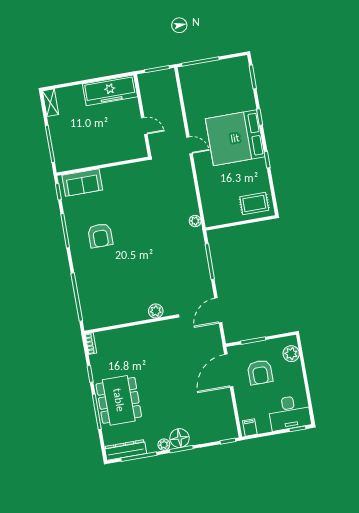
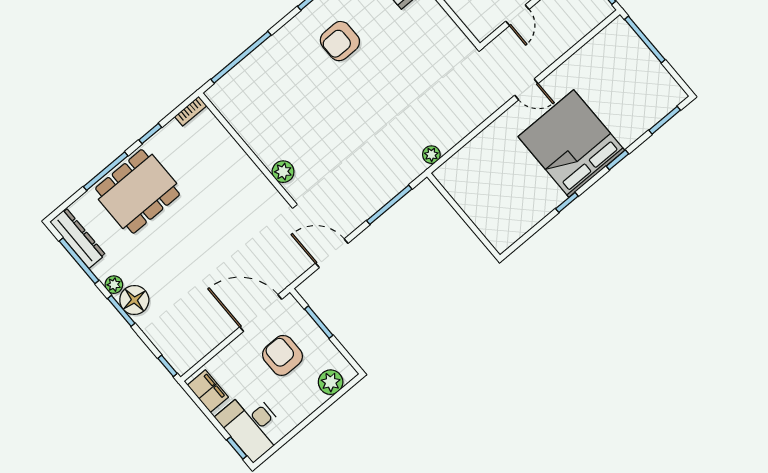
door: (189, 145) -> (526, 89), hinge flipped
rug: (254, 203) -> (500, 219), removed
armchair: (260, 372) -> (282, 355), turned 90
filing cabinet: (250, 428) -> (208, 391), width x2.00

